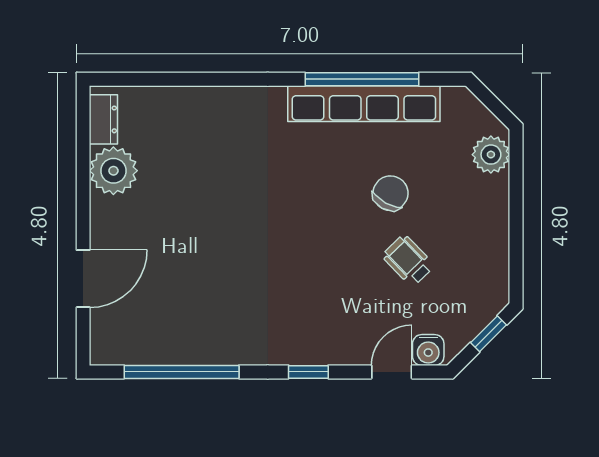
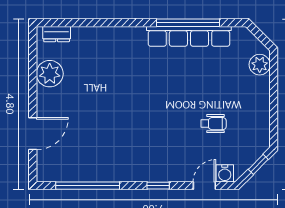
dresser: (103, 119) -> (57, 34), moved, turned 90
chair: (391, 193) -> (204, 86), removed
wheelchair: (408, 261) -> (214, 124), turned 134

